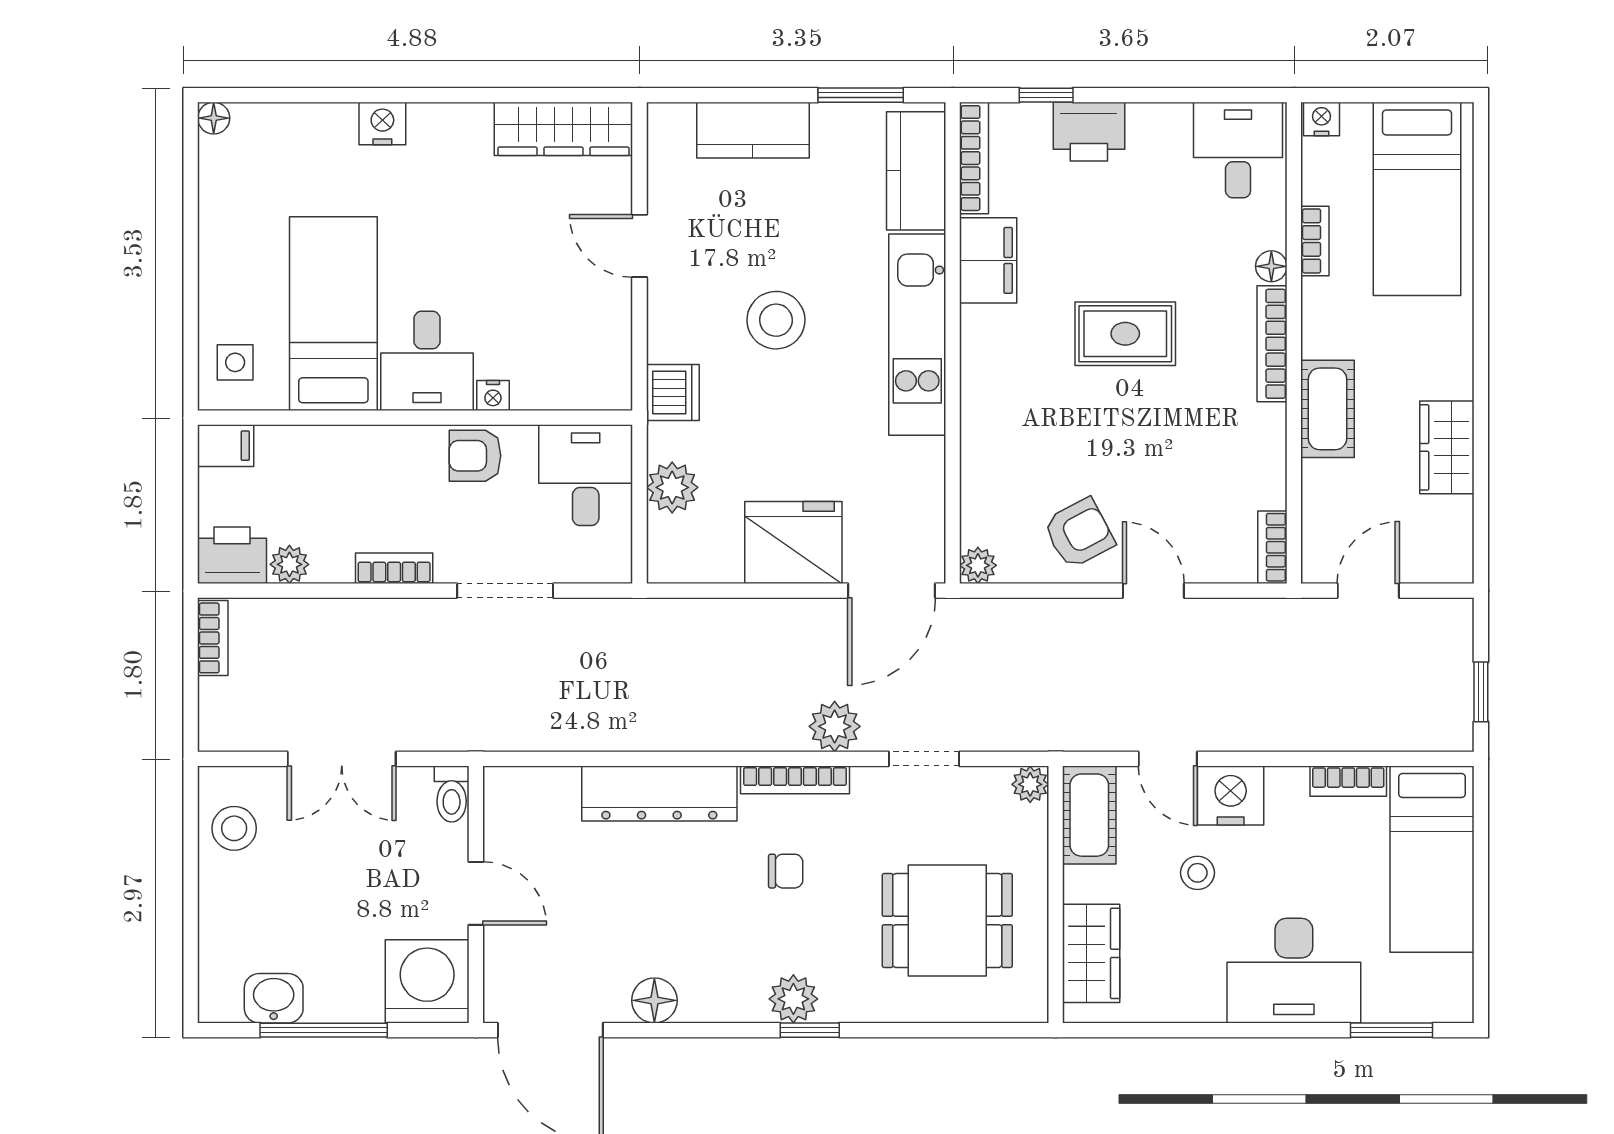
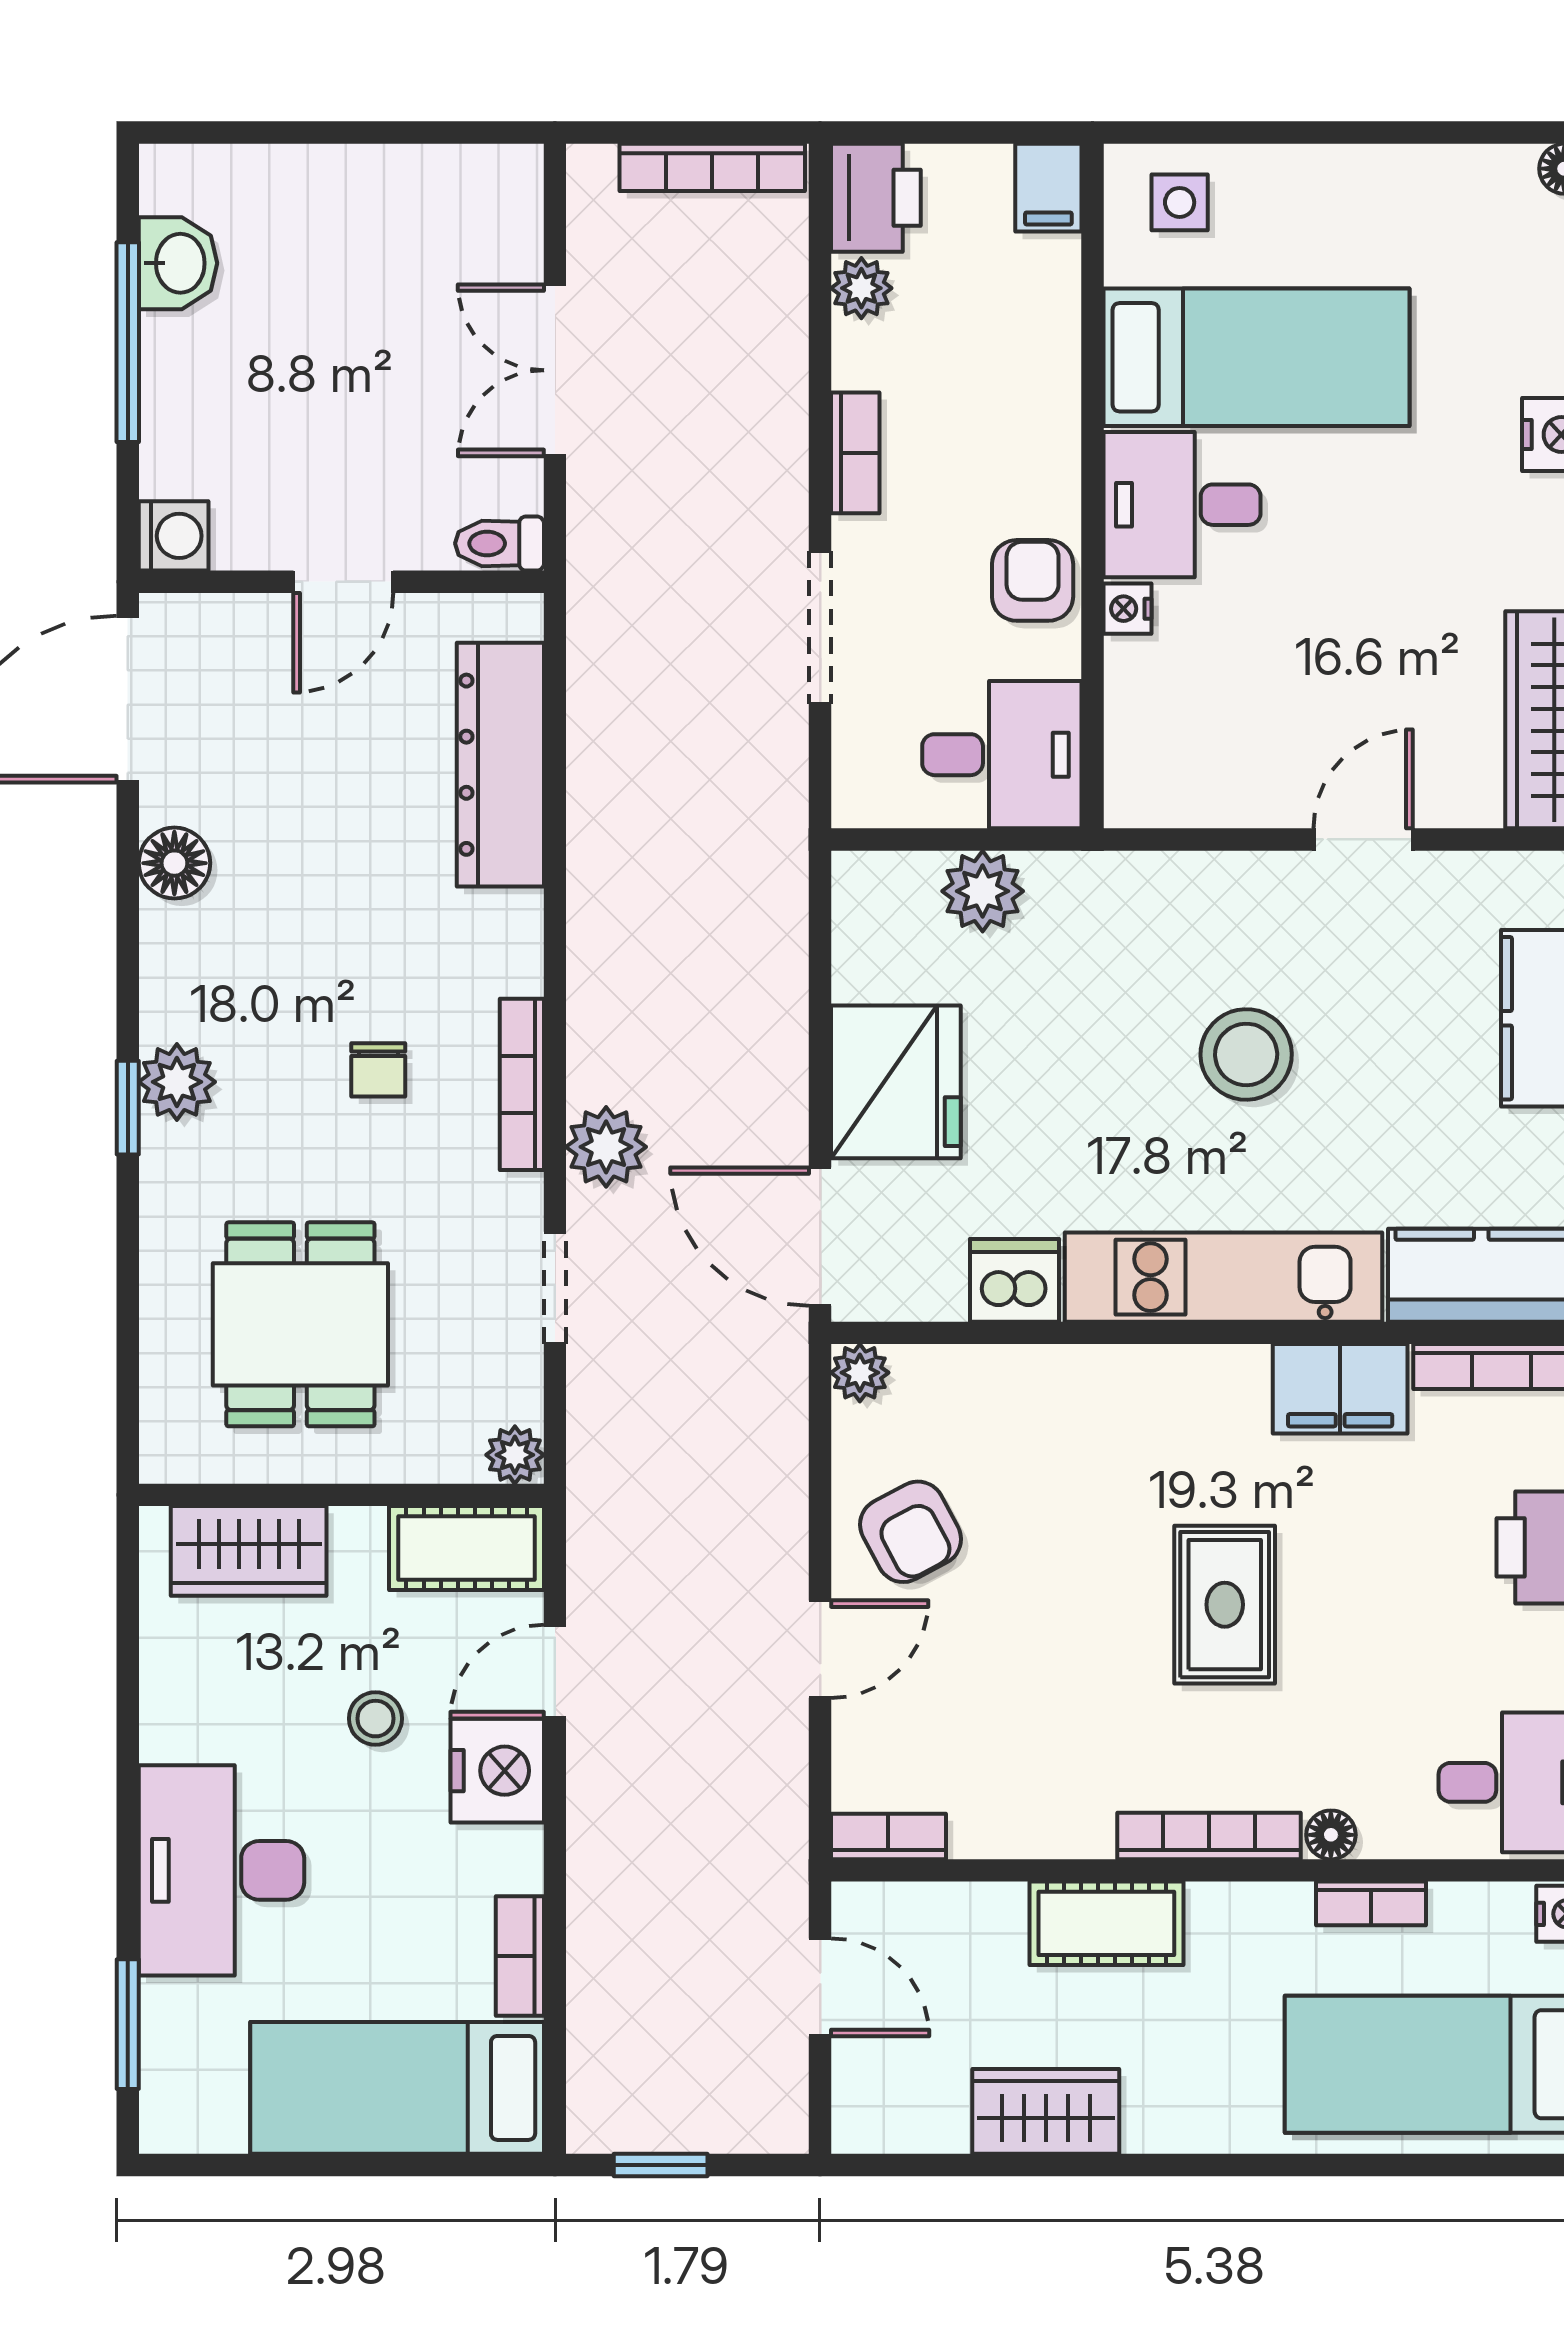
dishwasher: (673, 392) -> (1014, 1280), moved, turned 180
bookcase: (213, 638) -> (712, 167), width x1.56
dresser: (659, 794) -> (500, 765), moved
stool: (234, 828) -> (446, 201), removed
washing machine: (427, 981) -> (174, 536), width x0.53, depth x0.53

